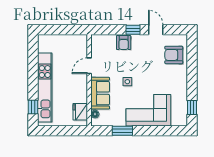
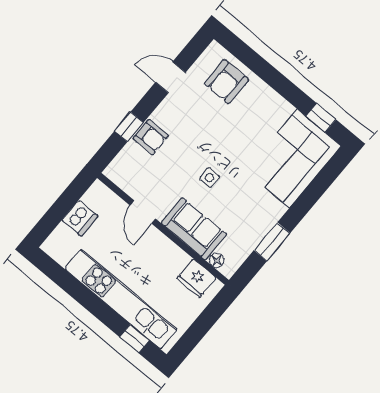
window: (133, 30) -> (129, 127), moved
dishwasher: (64, 41) -> (80, 218), added
corner sofa: (148, 110) -> (293, 158), moved

